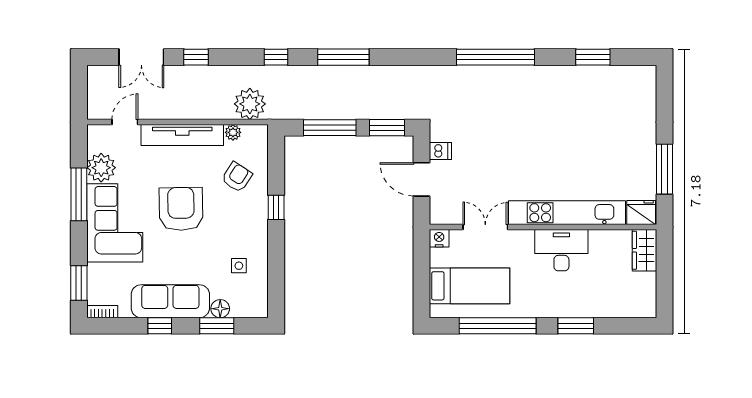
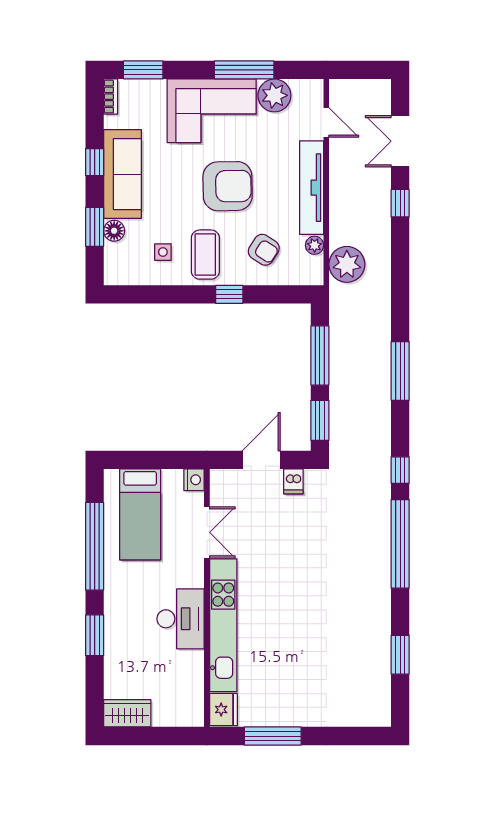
window: (276, 57) -> (400, 470), moved
coffee table: (241, 228) -> (205, 255), added
wardrobe: (644, 250) -> (127, 713), moved

